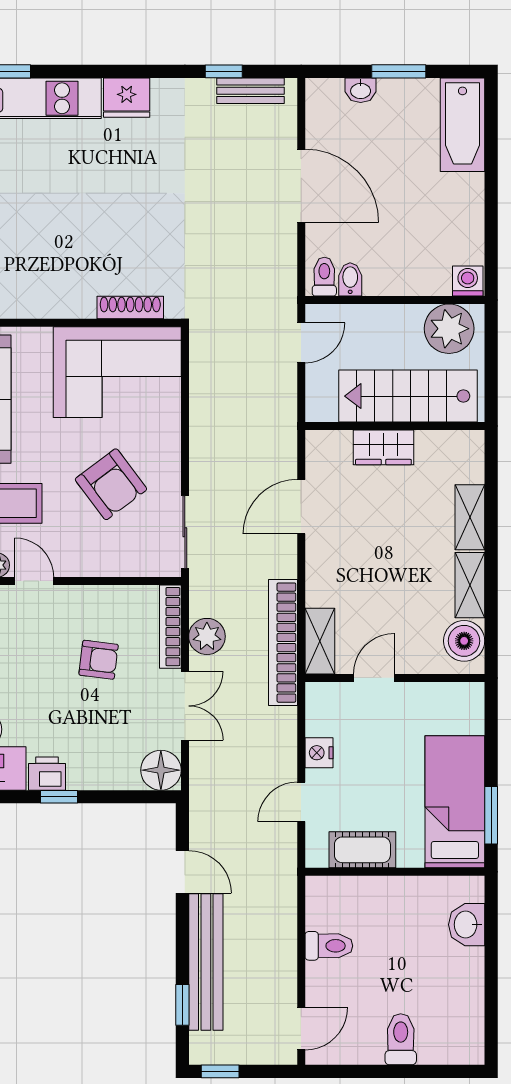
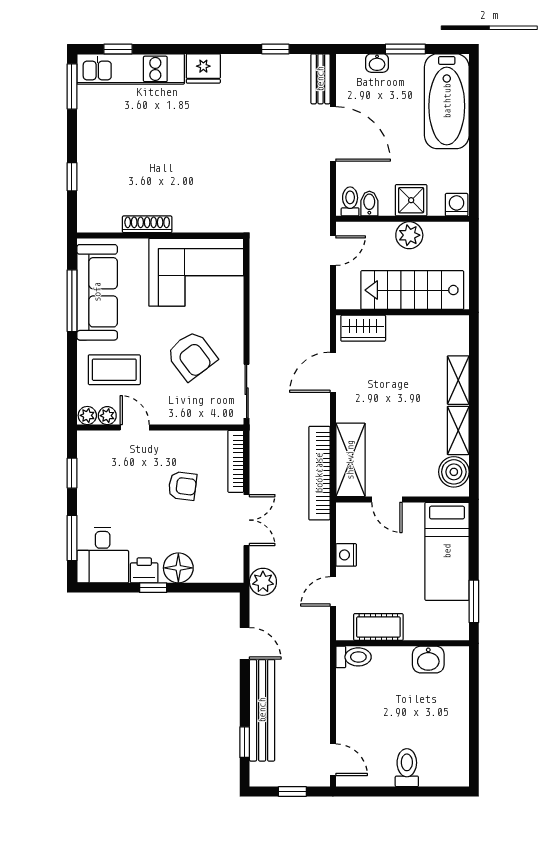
bench: (251, 91) -> (320, 79), moved, turned 90
bathtub: (463, 125) -> (447, 101), width x1.36, depth x1.36
shower: (407, 275) -> (411, 200), added
shoe rack: (130, 307) -> (147, 224), moved
plant: (449, 329) -> (409, 235), moved, width x0.73, depth x0.73
wardrobe: (383, 447) -> (363, 328), moved
plant: (207, 636) -> (263, 582), moved
shelving: (320, 641) -> (350, 460), width x1.50, depth x1.33
door: (374, 678) -> (387, 499), swing flipped
floor lamp: (161, 770) -> (178, 568), moved
bed: (455, 802) -> (447, 551), moved, turned 180
washbasin: (467, 925) -> (428, 660), moved, turned -90
toilet: (329, 946) -> (353, 657), moved
door: (301, 1029) -> (333, 760), hinge flipped
window: (220, 1071) -> (292, 791), moved

